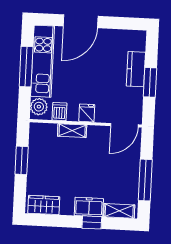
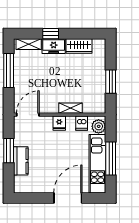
wardrobe: (44, 205) -> (79, 46), moved

